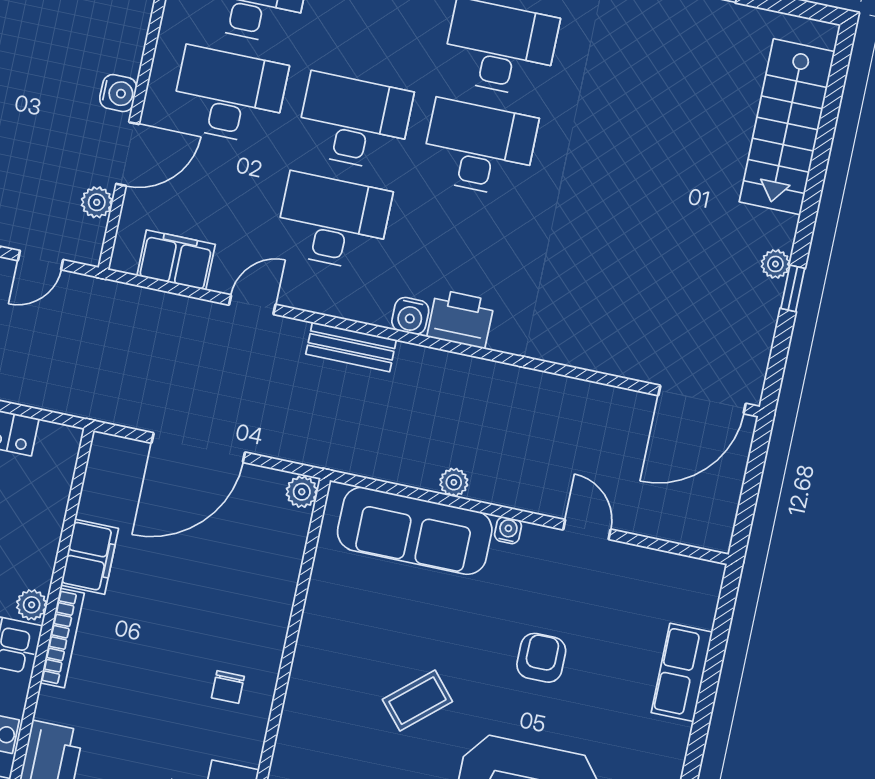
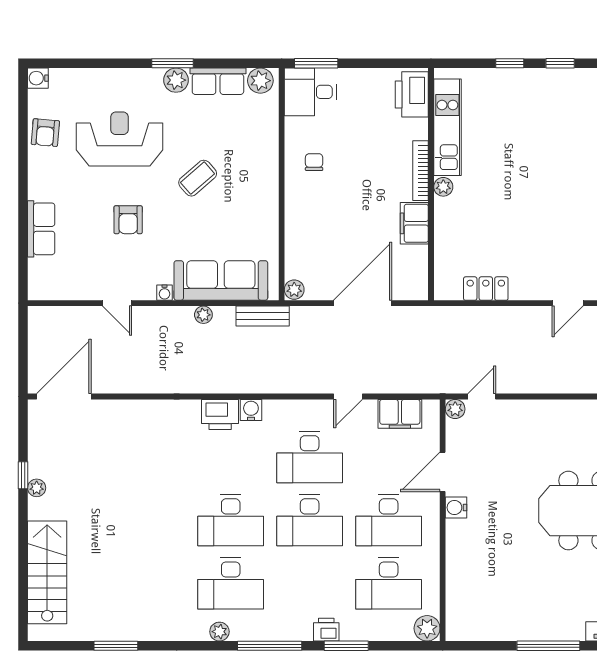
plant: (97, 202) -> (455, 409), moved
bench: (351, 347) -> (263, 316), moved

